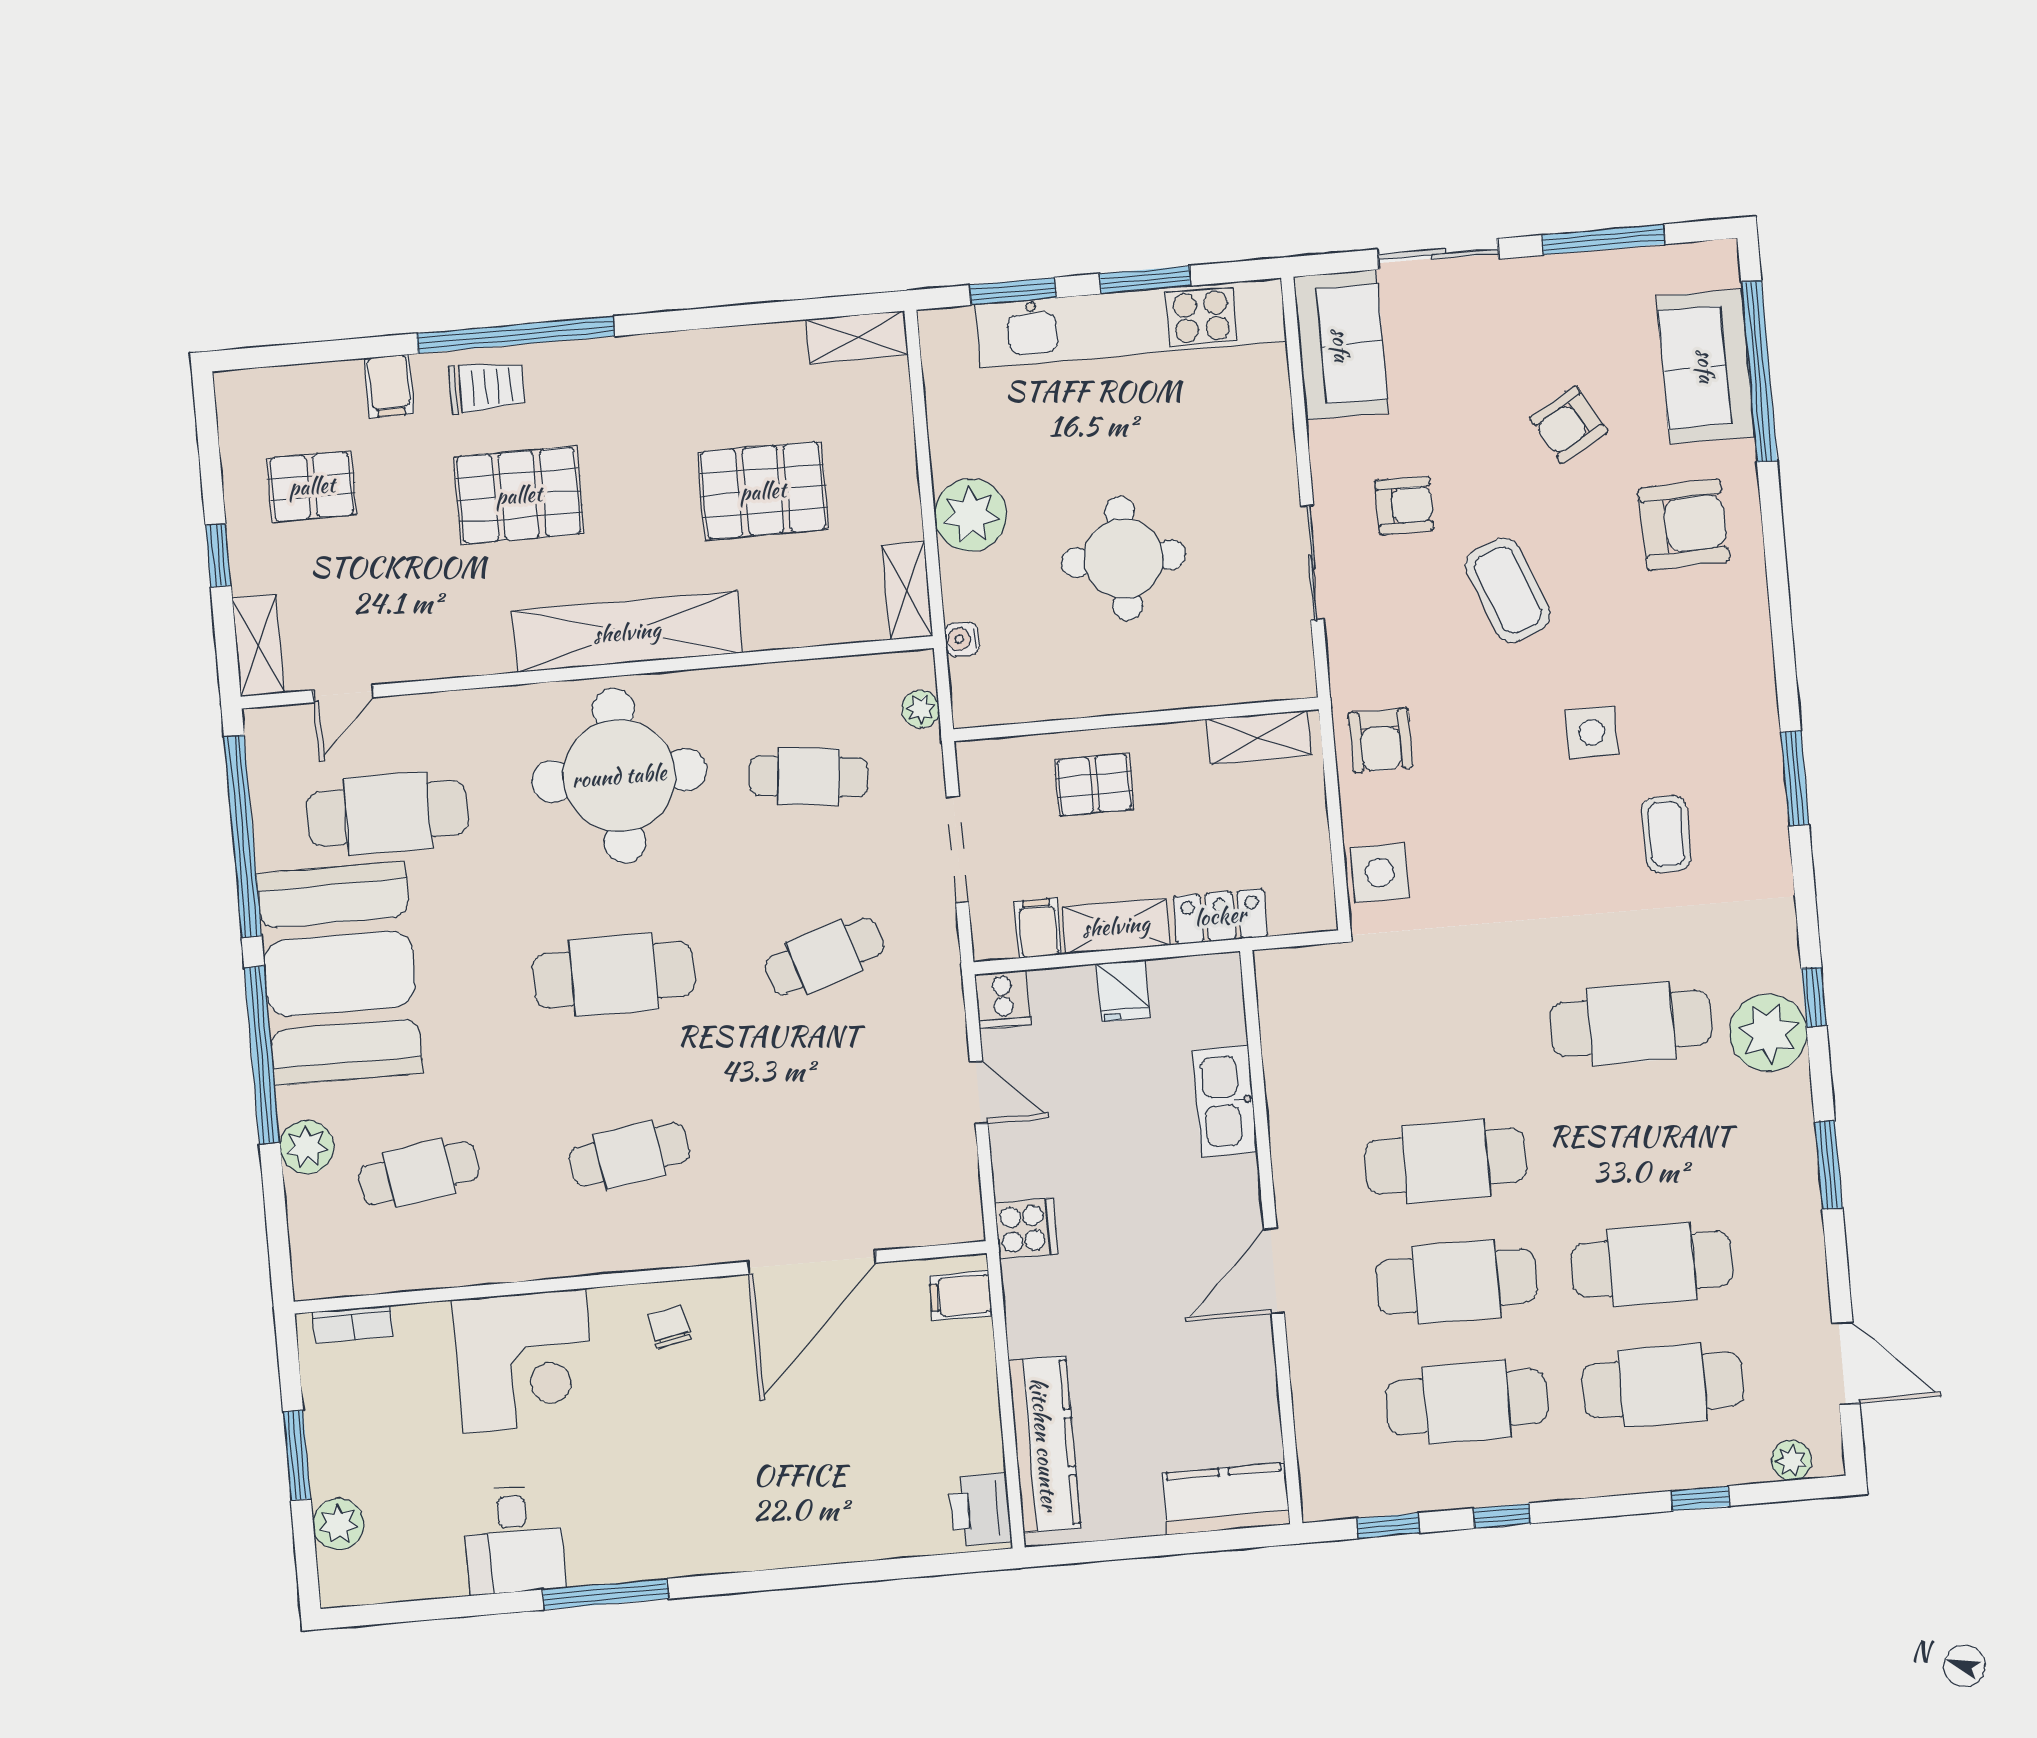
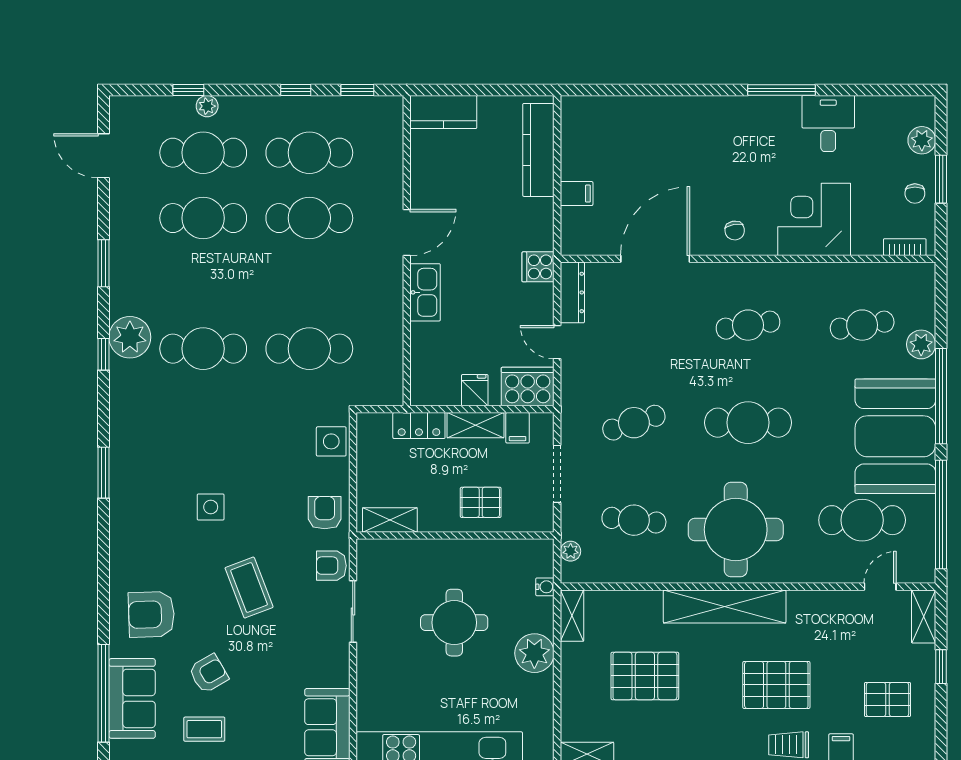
armchair: (1404, 505) -> (331, 566), moved
coffee table: (1666, 834) -> (204, 729), moved, turned 90
cooker: (1003, 999) -> (528, 387), width x1.87, depth x1.31
kitchen sink: (1225, 1101) -> (425, 292), moved
cafe table: (1446, 1161) -> (309, 349), moved
dresser: (959, 1187) -> (572, 292), added
filing cabinet: (960, 1296) -> (577, 194), moved
chair: (343, 1425) -> (915, 194), added
plant: (1792, 1460) -> (207, 106), moved
printer: (980, 1509) -> (576, 118), removed

